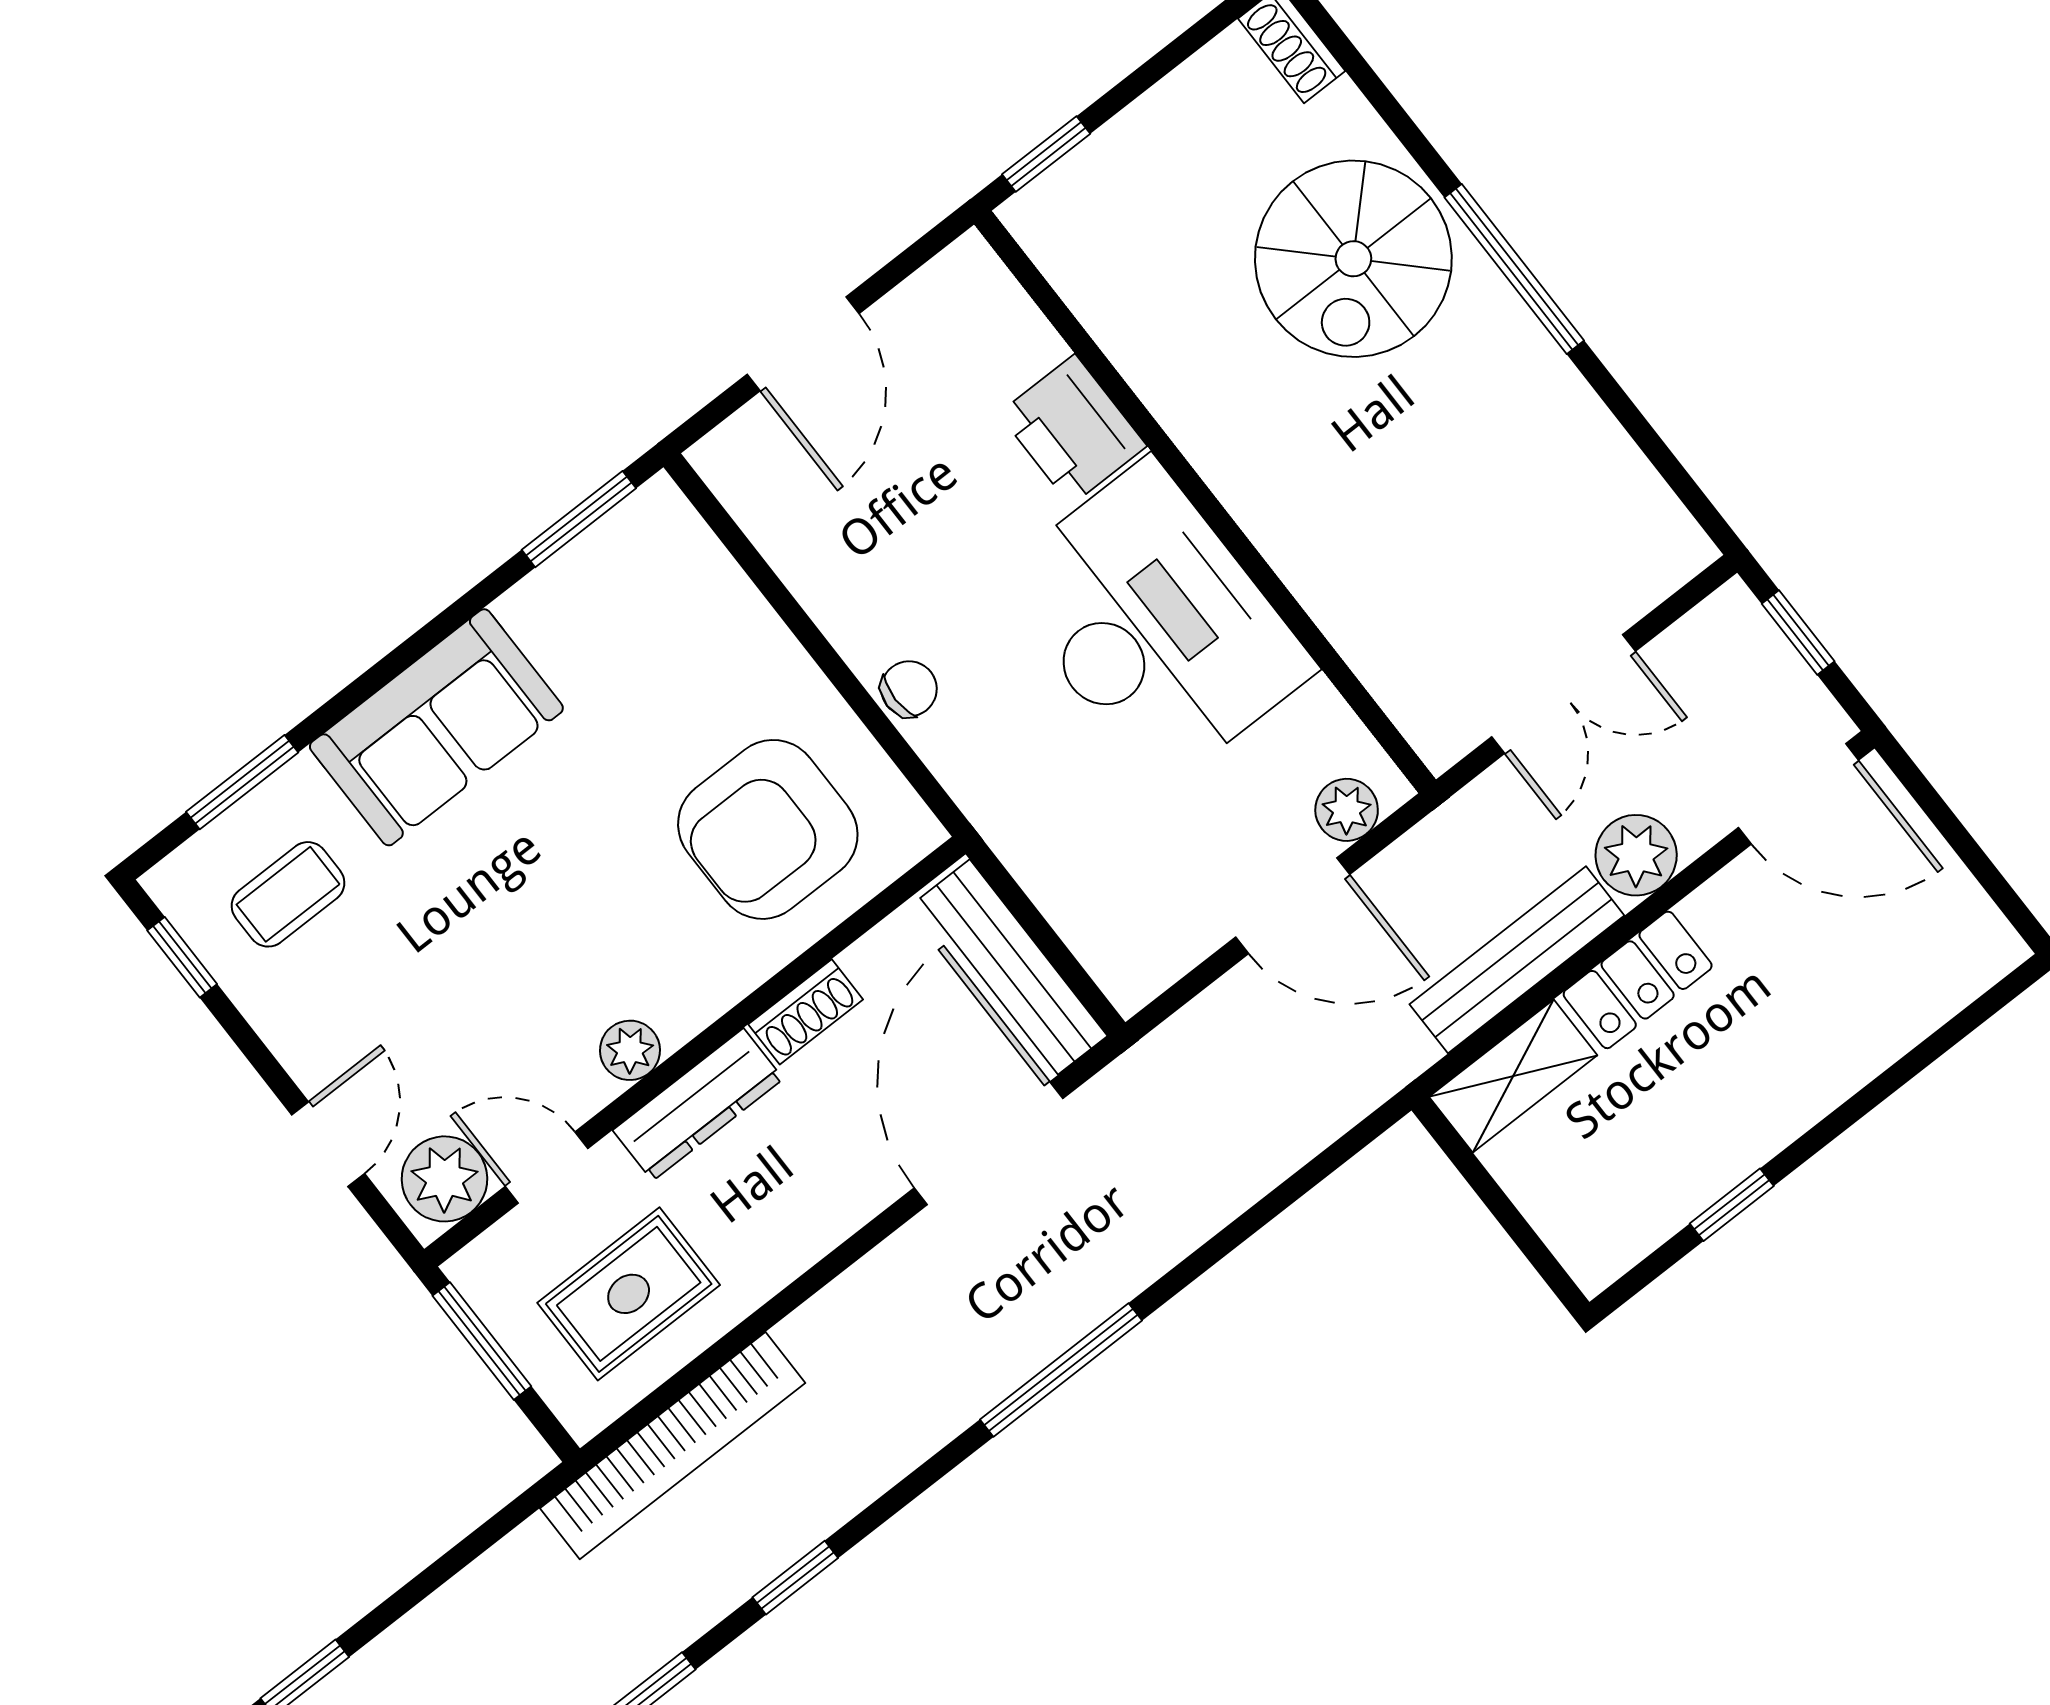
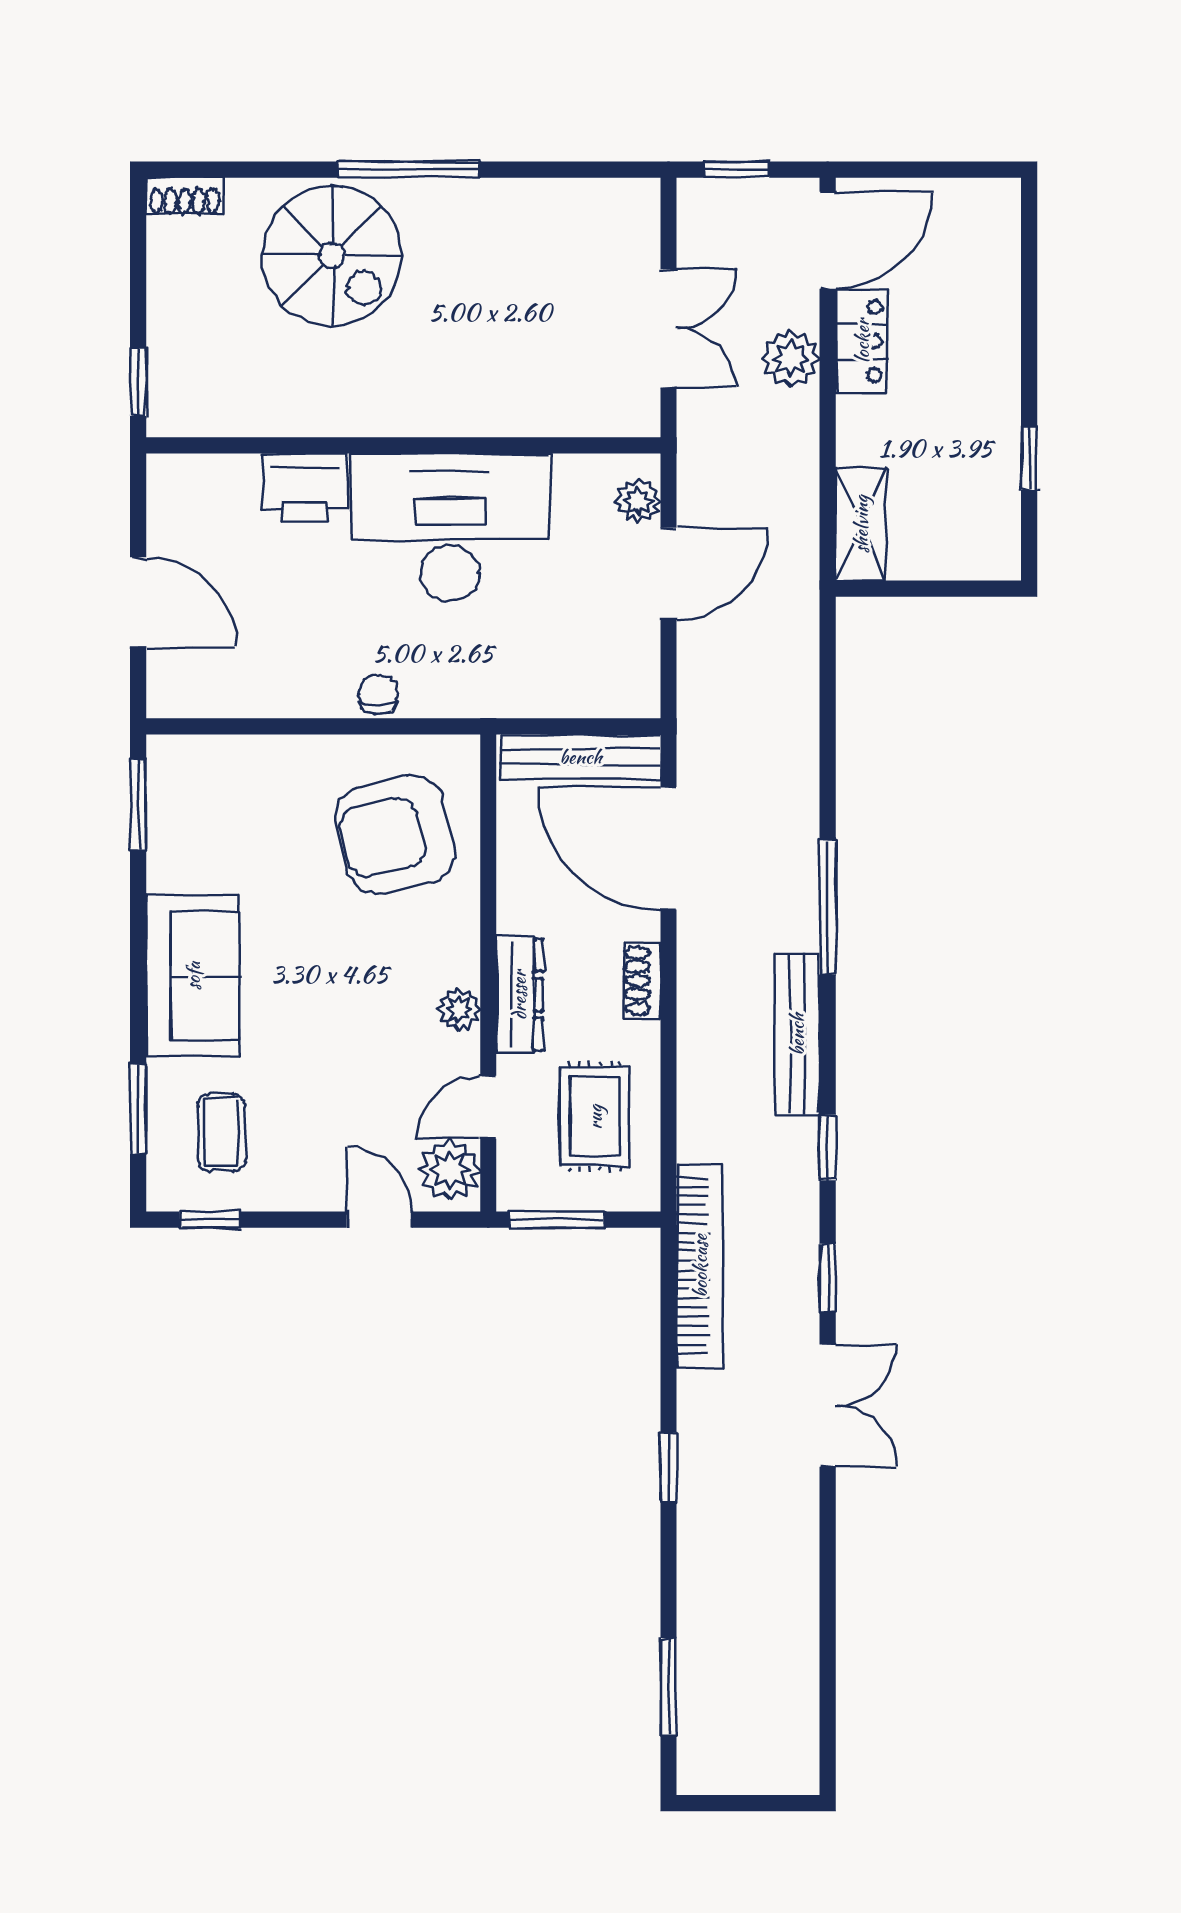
armchair: (768, 829) -> (395, 835), turned 77
bench: (1517, 960) -> (797, 1034), moved
locker: (1638, 980) -> (862, 341), moved
shoe rack: (806, 1012) -> (642, 981), moved, turned 180
bookcase: (673, 1446) -> (700, 1266), moved

